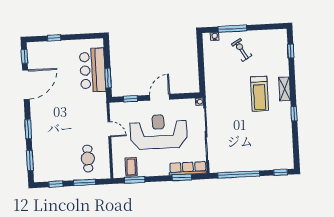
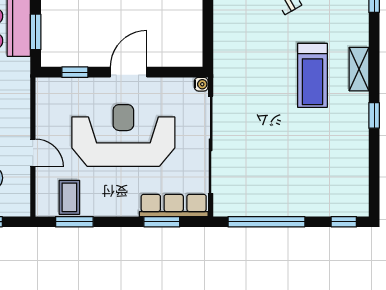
door: (109, 129) -> (33, 153), moved

